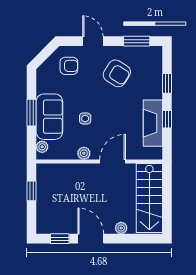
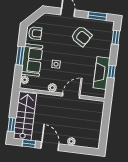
armchair: (69, 66) -> (35, 33), moved
window: (167, 83) -> (116, 37), moved
window: (32, 191) -> (12, 125), moved
stairs: (149, 198) -> (25, 116), moved, turned 180

